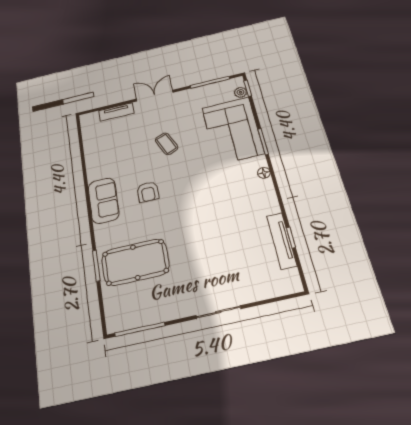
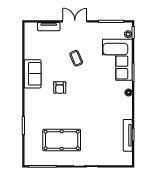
sofa: (104, 201) -> (33, 74), moved
pool table: (135, 262) -> (62, 140), moved

